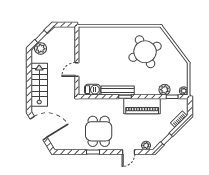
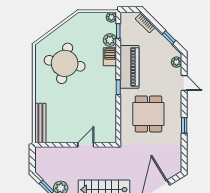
round table: (145, 52) -> (65, 63), turned 36
door: (77, 70) -> (86, 145), swing flipped
barbecue: (92, 90) -> (110, 57), moved
bench: (118, 90) -> (40, 123), moved
dining table: (99, 131) -> (148, 114), moved, turned 90

